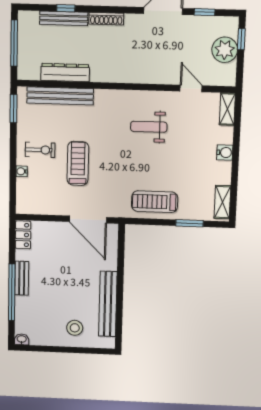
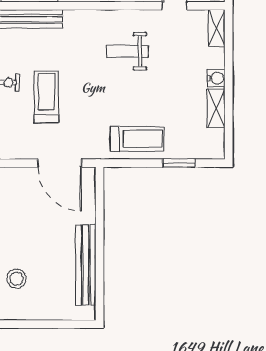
treadmill: (155, 202) -> (137, 139), turned 180
shelving: (222, 202) -> (216, 108), moved
stool: (75, 328) -> (16, 279), moved

